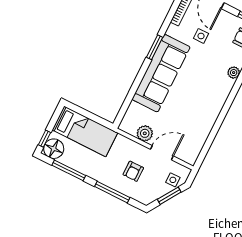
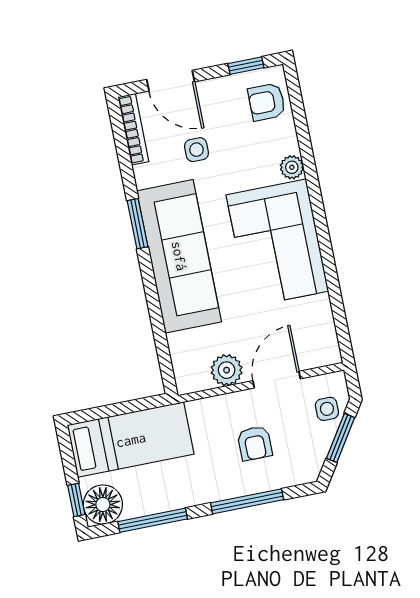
corner sofa: (204, 98) -> (277, 243), added

